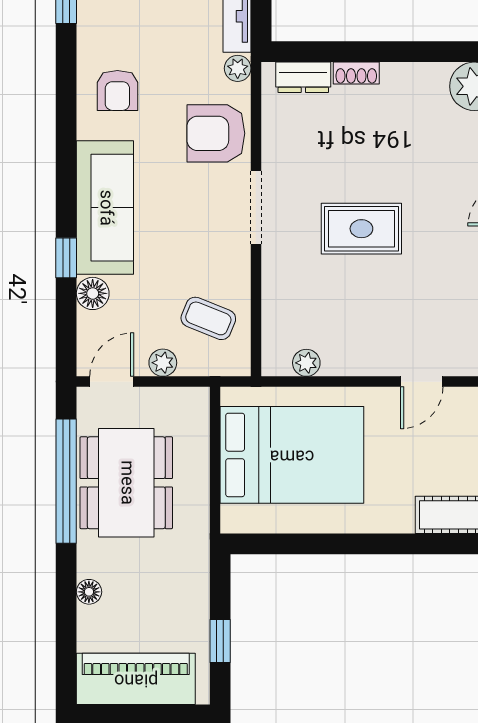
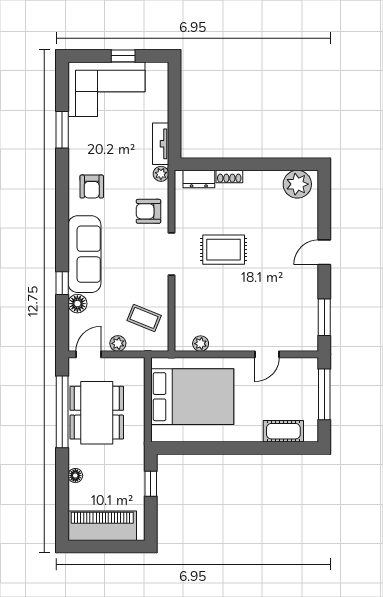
armchair: (216, 133) -> (148, 211), width x0.72, depth x0.72
rug: (361, 229) -> (224, 250), moved
window: (220, 641) -> (151, 484), moved

